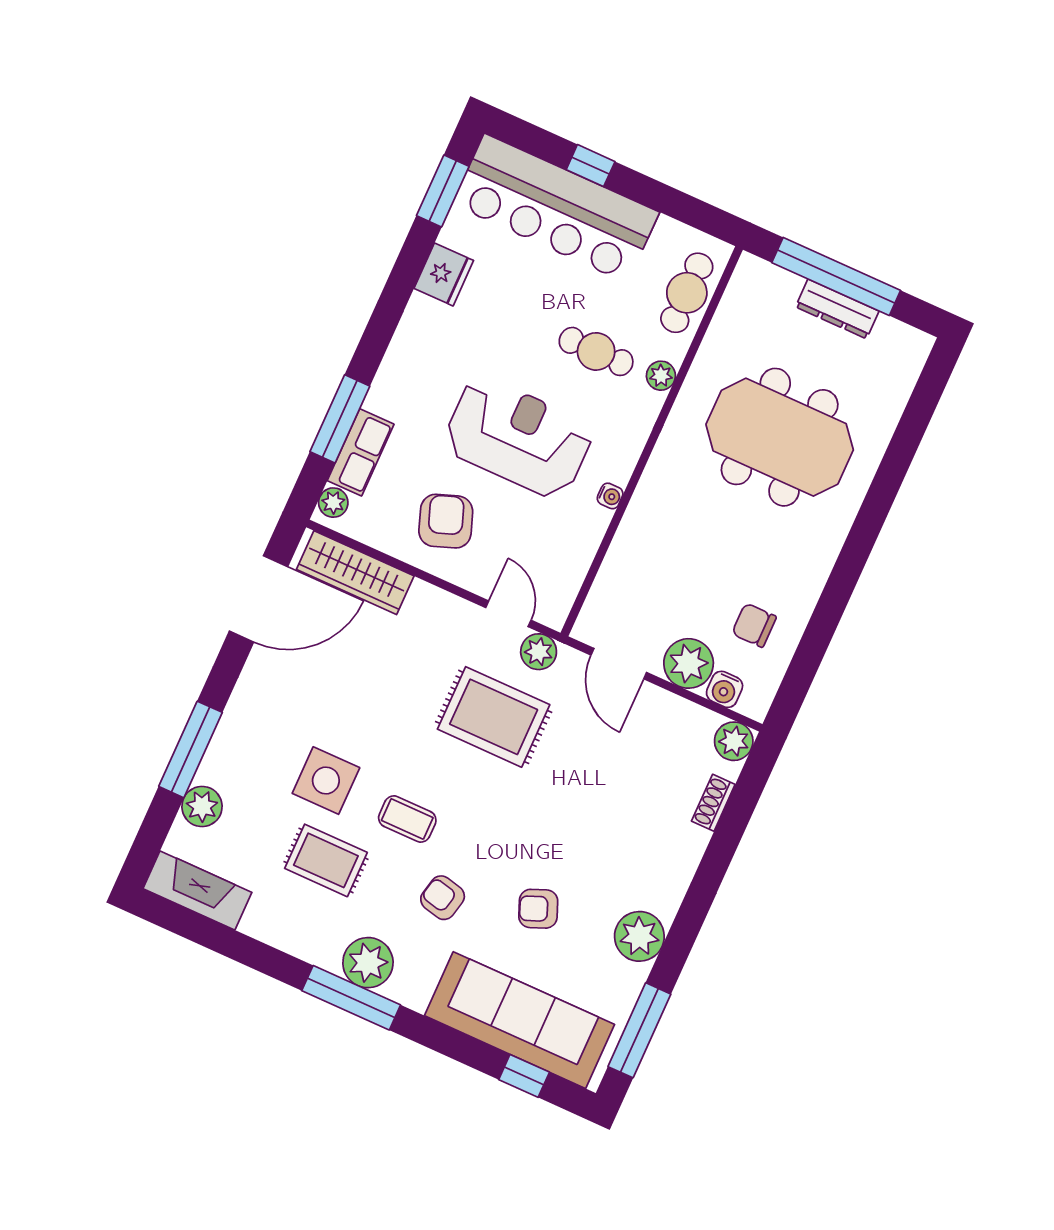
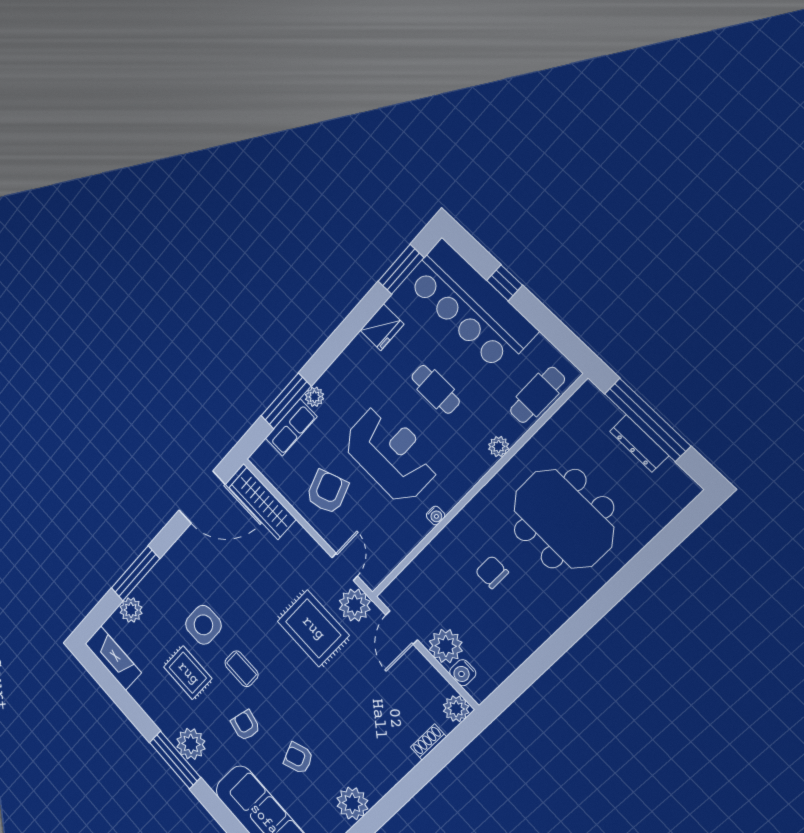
cafe table: (596, 351) -> (436, 389), moved
plant: (333, 503) -> (315, 397), moved
chair: (754, 625) -> (492, 572), moved
plant: (539, 652) -> (355, 605), width x1.36, depth x1.36

